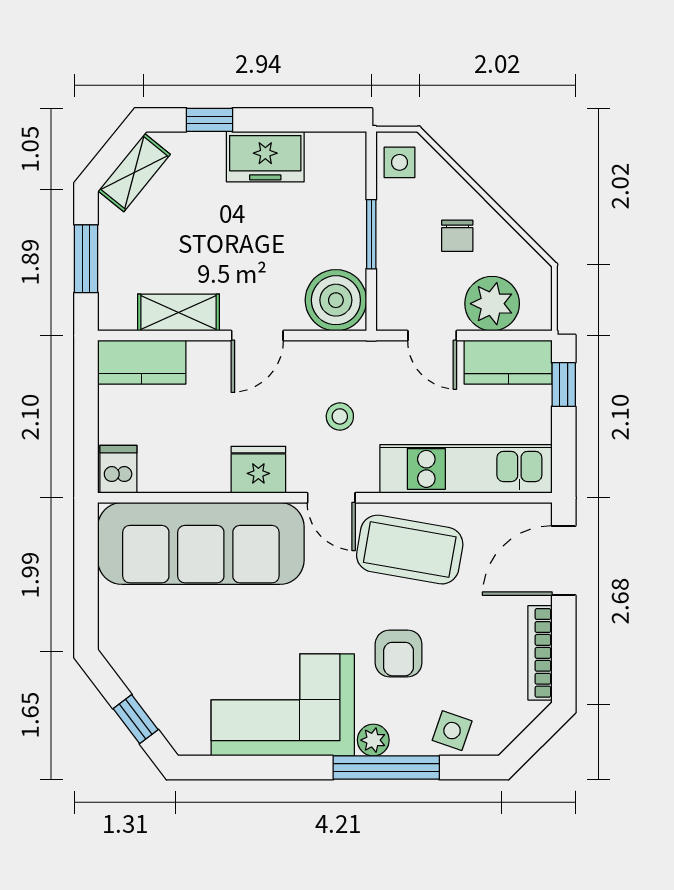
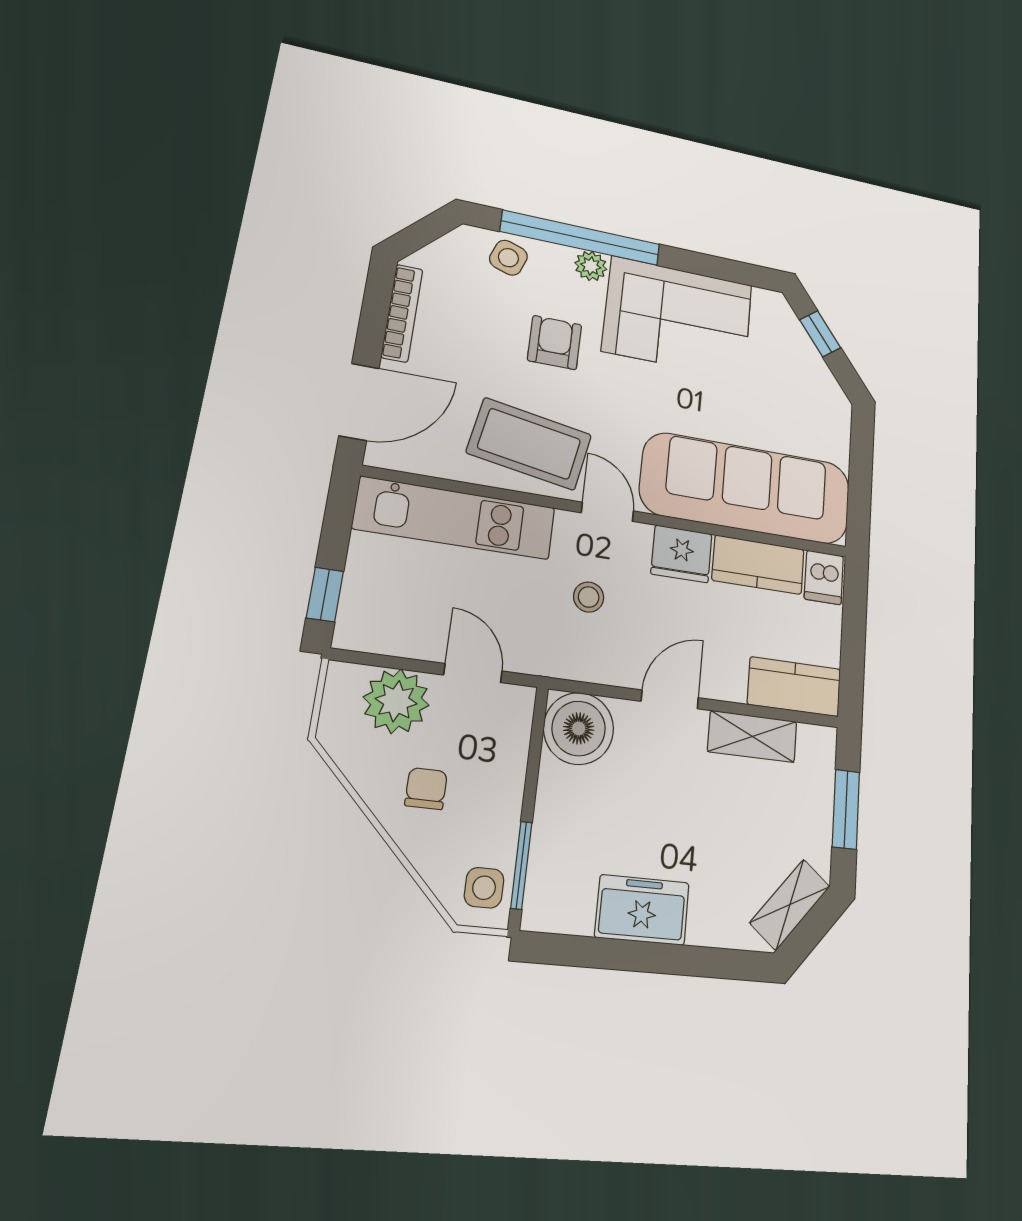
window: (209, 120) -> (702, 962), removed
window: (371, 234) -> (521, 865), moved
kitchen counter: (508, 362) -> (758, 565), moved, turned 180
window: (386, 768) -> (581, 238), width x1.46

